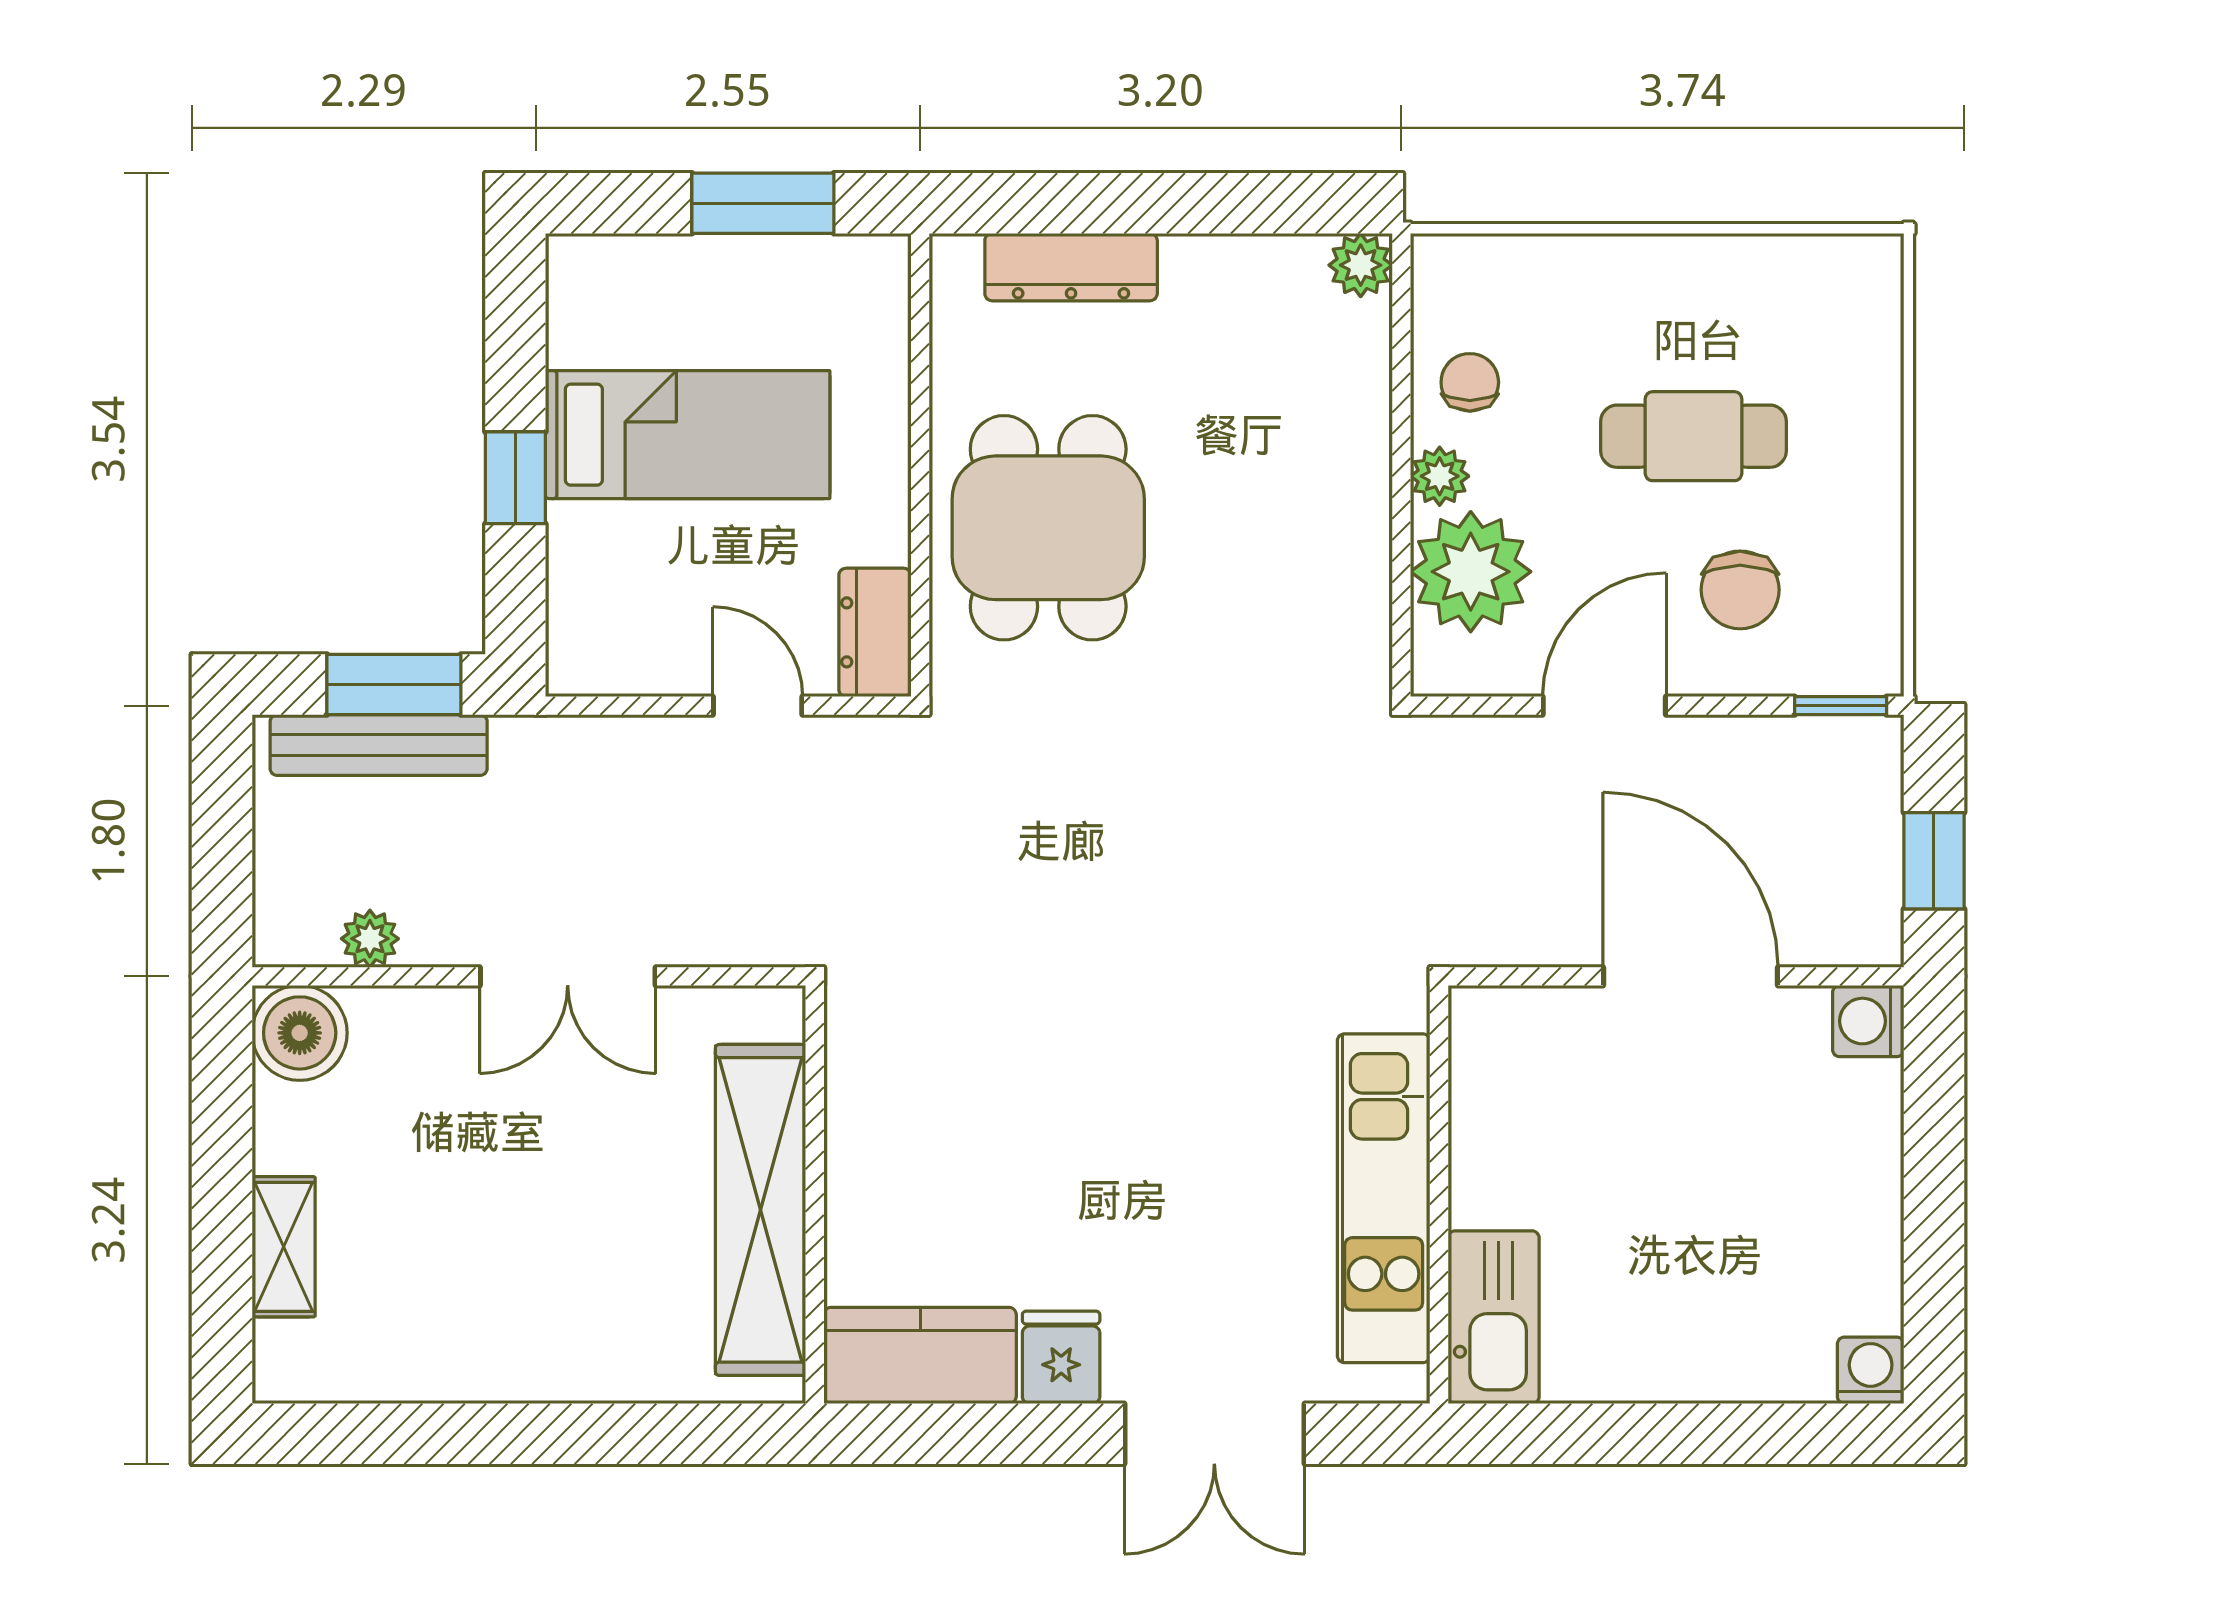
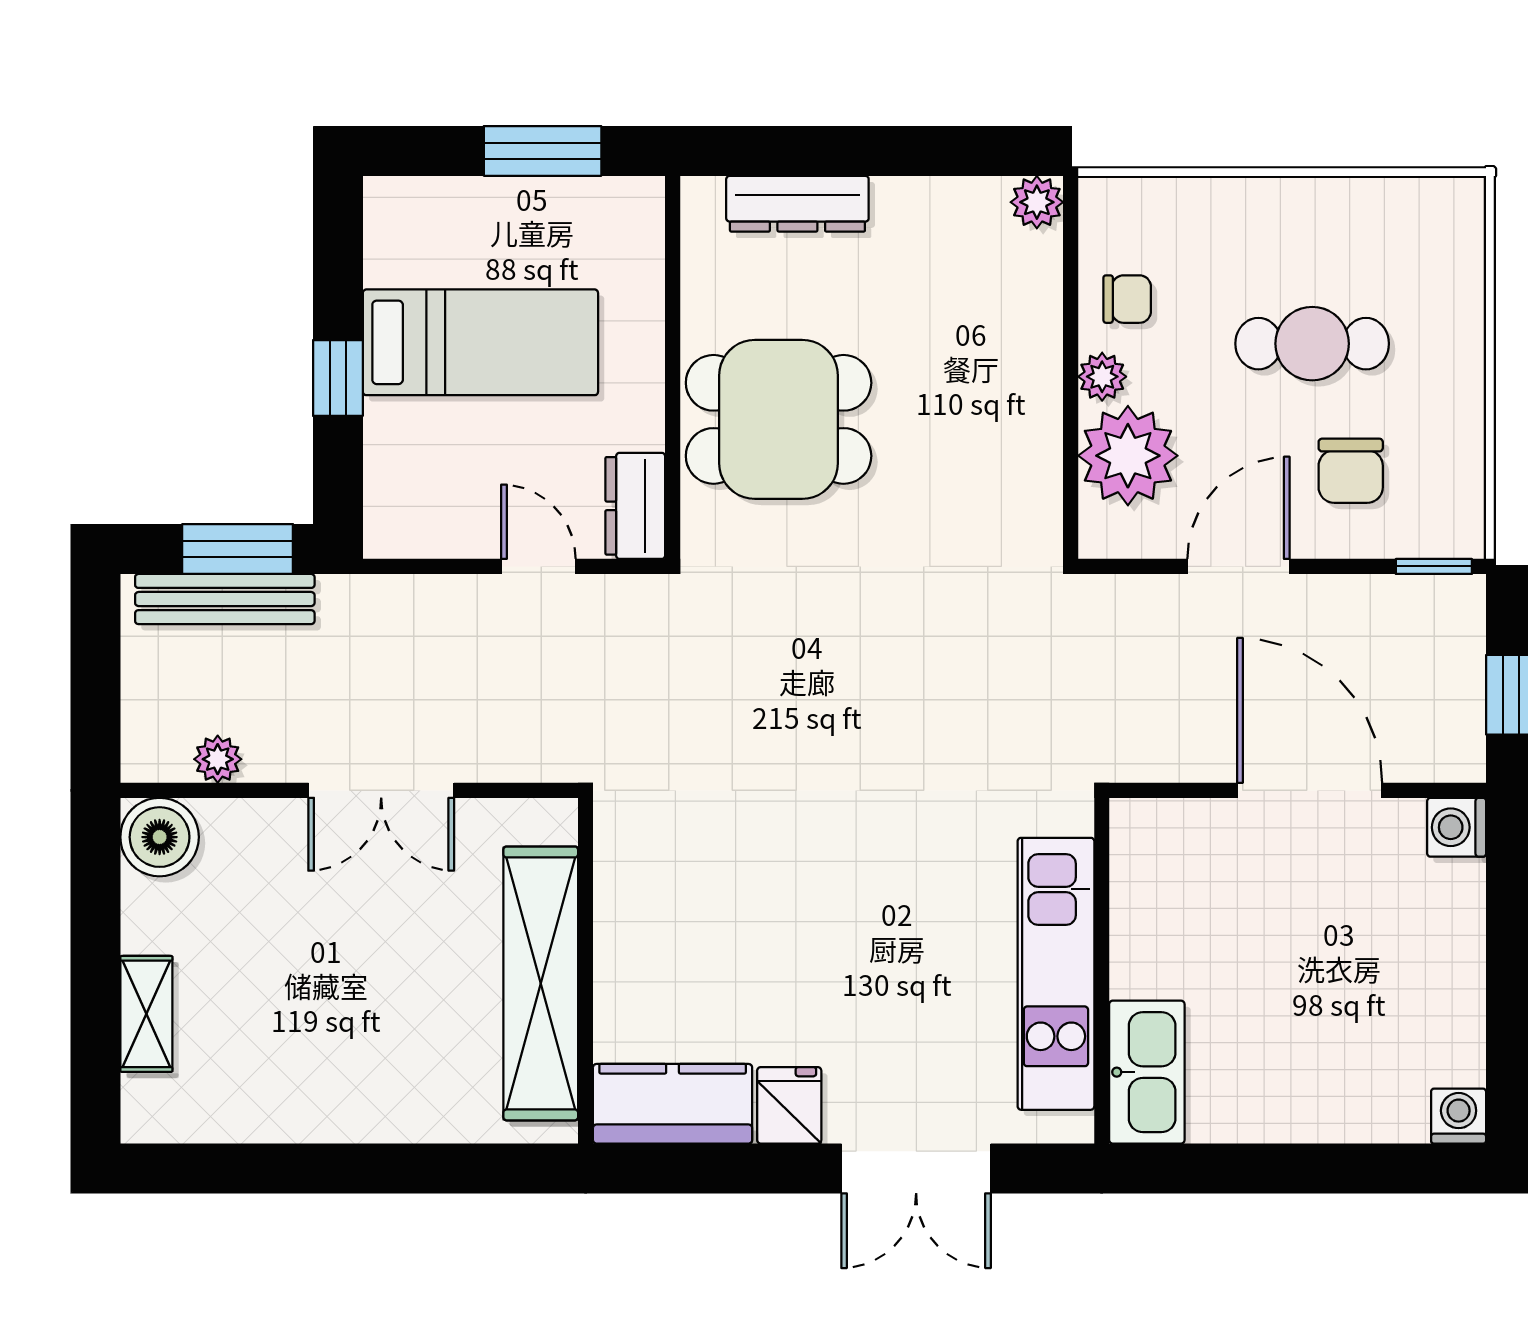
chair: (1470, 382) -> (1127, 299), turned 90
dining table: (1048, 528) -> (779, 419), turned 90

